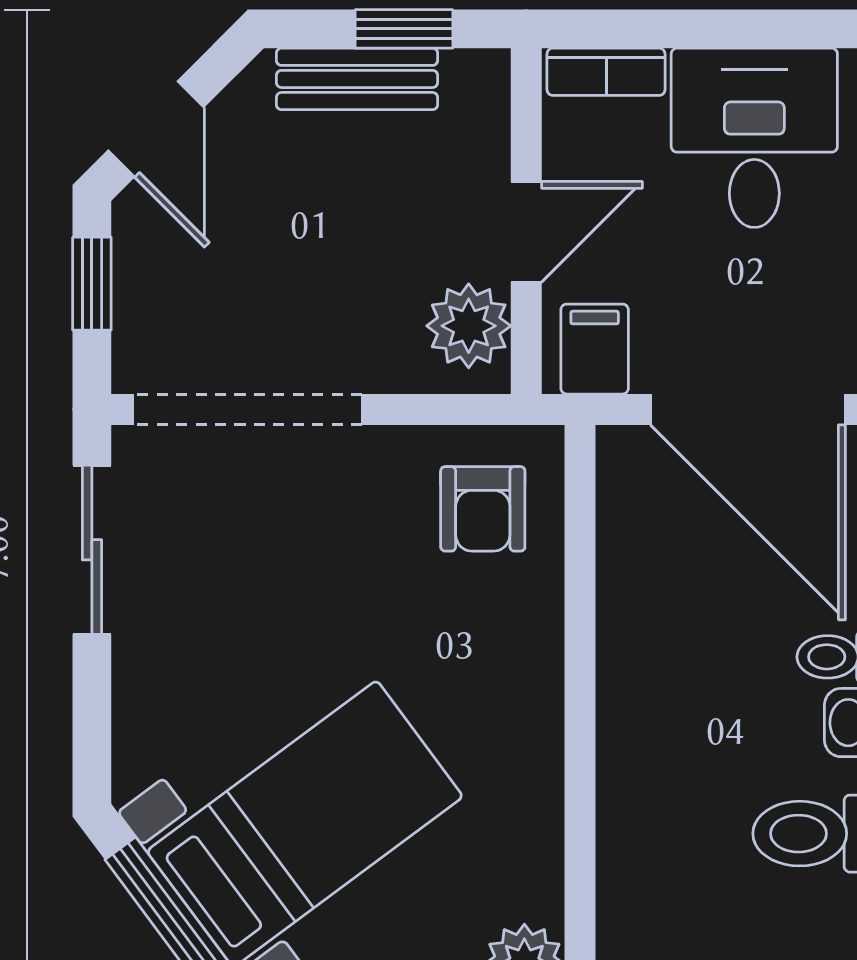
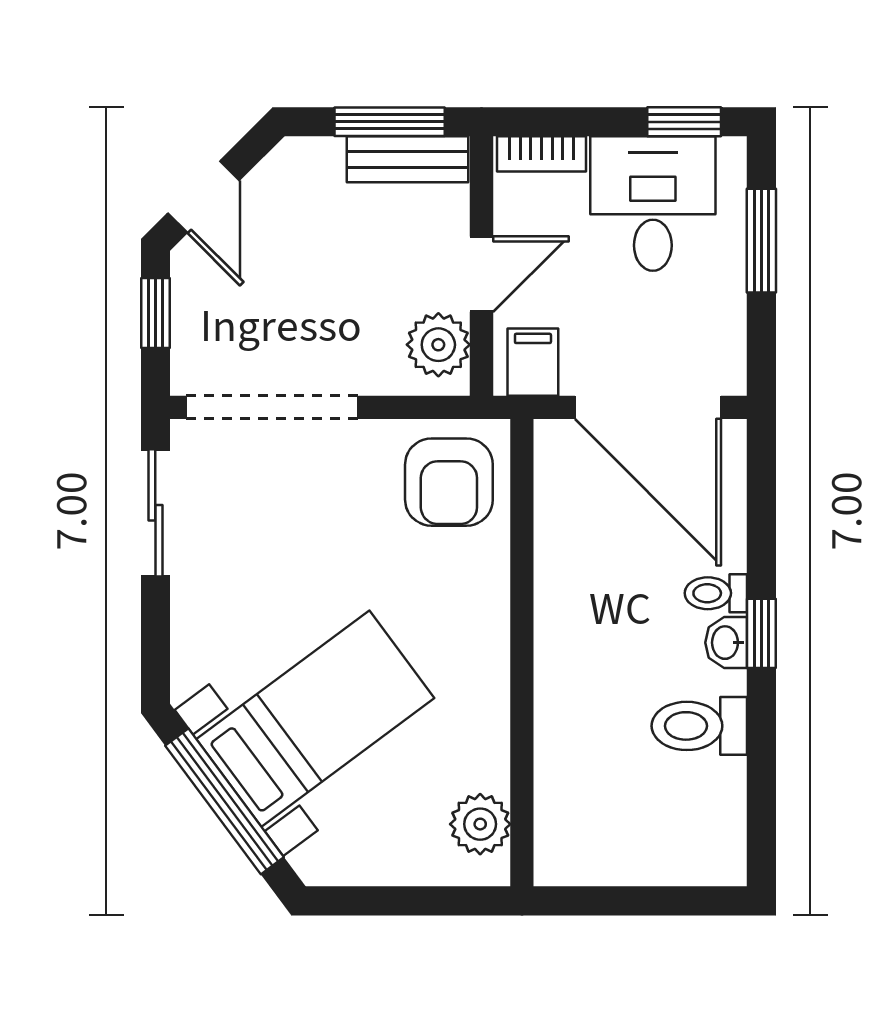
window: (404, 29) -> (390, 122), width x1.50
window: (796, 29) -> (684, 122), added
bench: (357, 79) -> (408, 159), moved
armchair: (483, 509) -> (449, 482), width x1.38, depth x1.38

